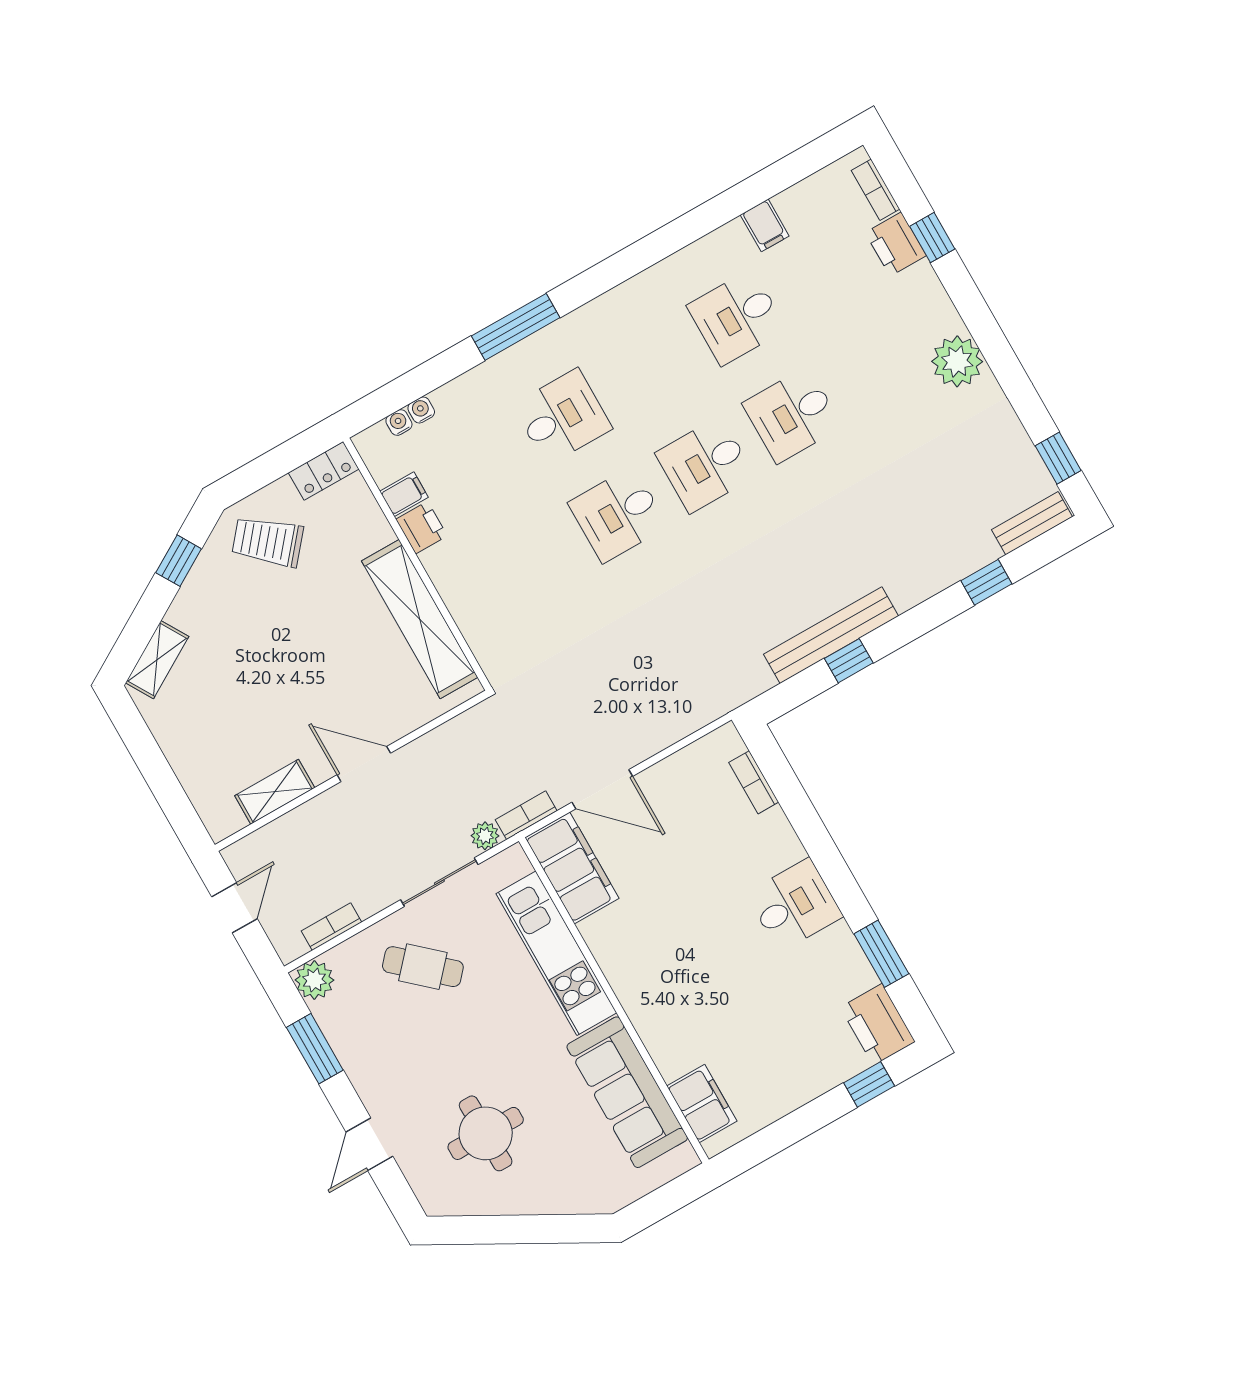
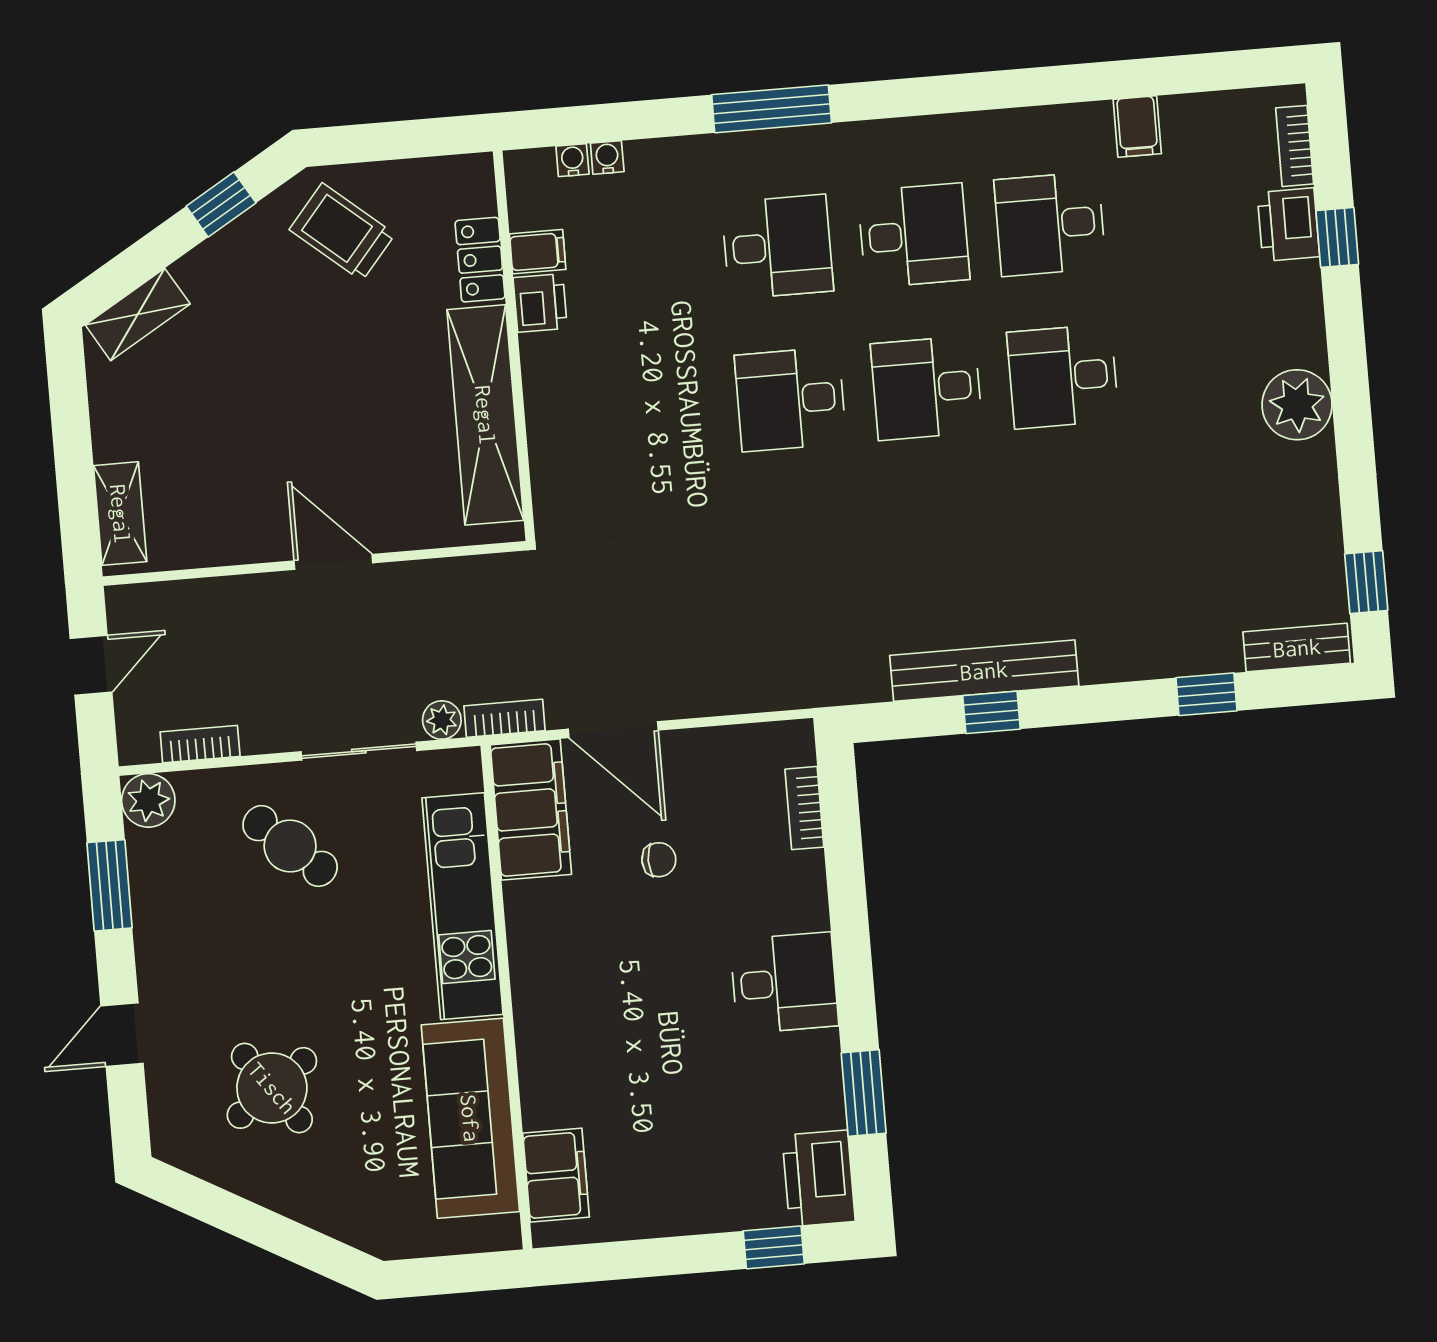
desk: (650, 367) -> (914, 235), added
locker: (324, 471) -> (480, 260), moved, turned 90
shelving: (275, 792) -> (120, 514), moved, turned 90
chair: (673, 862) -> (659, 860), added
round table: (486, 1133) -> (272, 1088), turned -36

